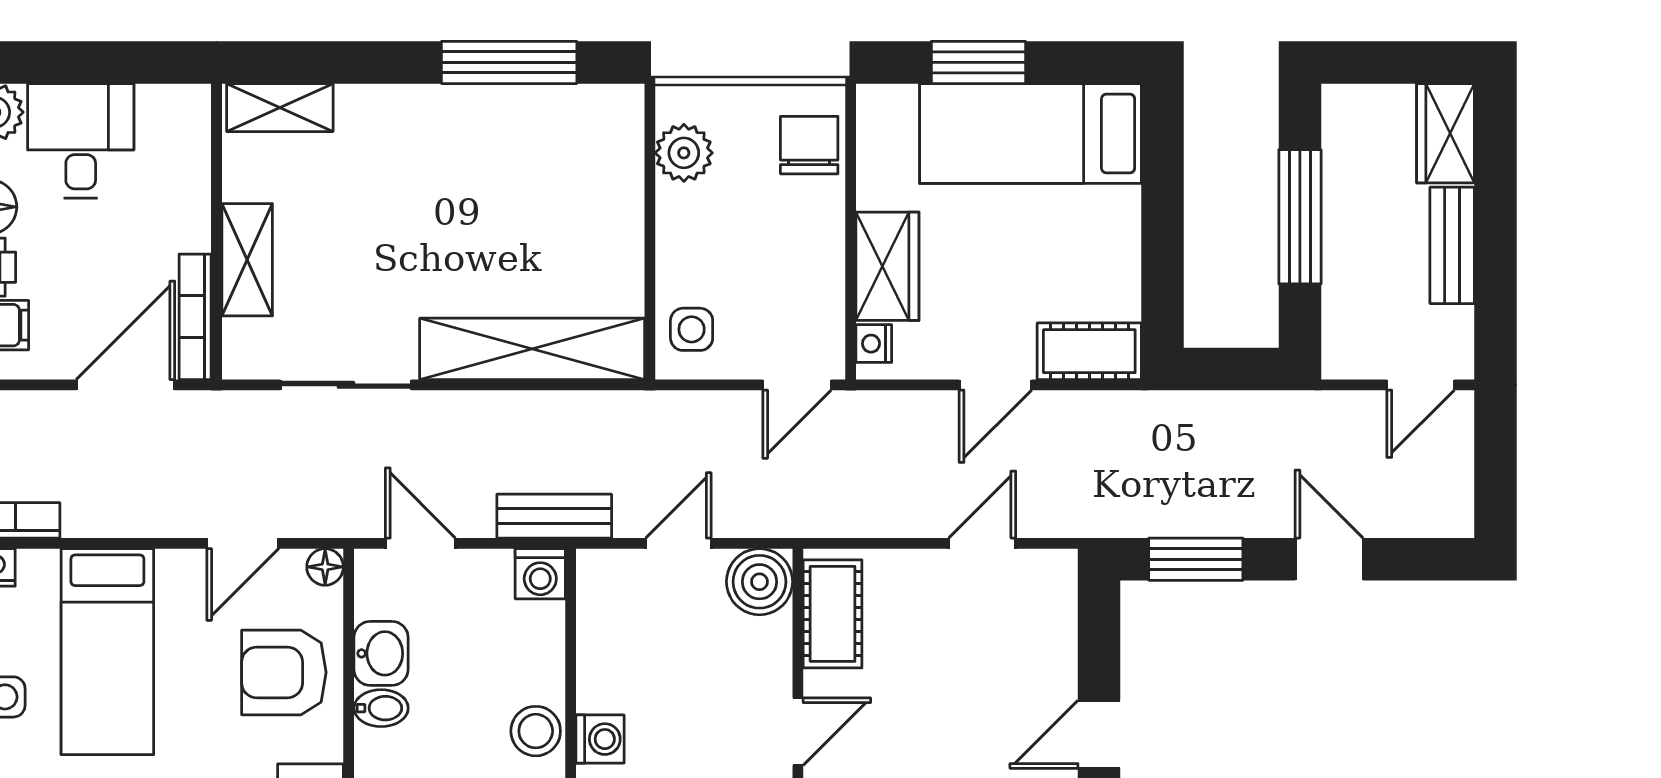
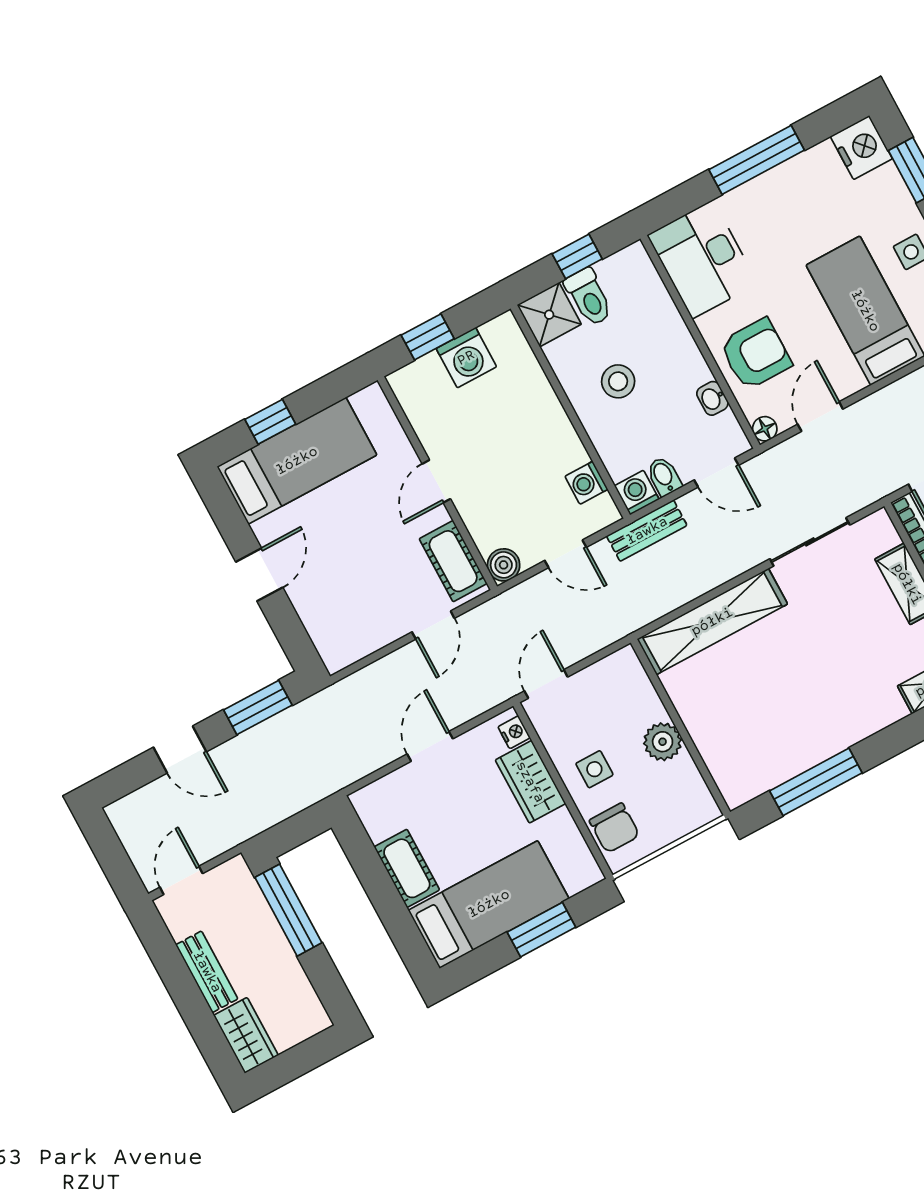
plant: (684, 153) -> (663, 742), moved
window: (1300, 217) -> (288, 910), moved
side table: (692, 329) -> (594, 769), moved
cot: (1089, 351) -> (407, 868), moved, turned 90
door: (678, 543) -> (566, 554), hinge flipped
door: (982, 543) -> (433, 625), moved
boiler: (759, 582) -> (504, 565), width x0.73, depth x0.73
washbasin: (381, 653) -> (712, 398), width x0.72, depth x0.69
bidet: (381, 708) -> (664, 476), moved, turned 90
stool: (536, 731) -> (618, 381), moved
washing machine: (600, 739) -> (586, 483), moved

